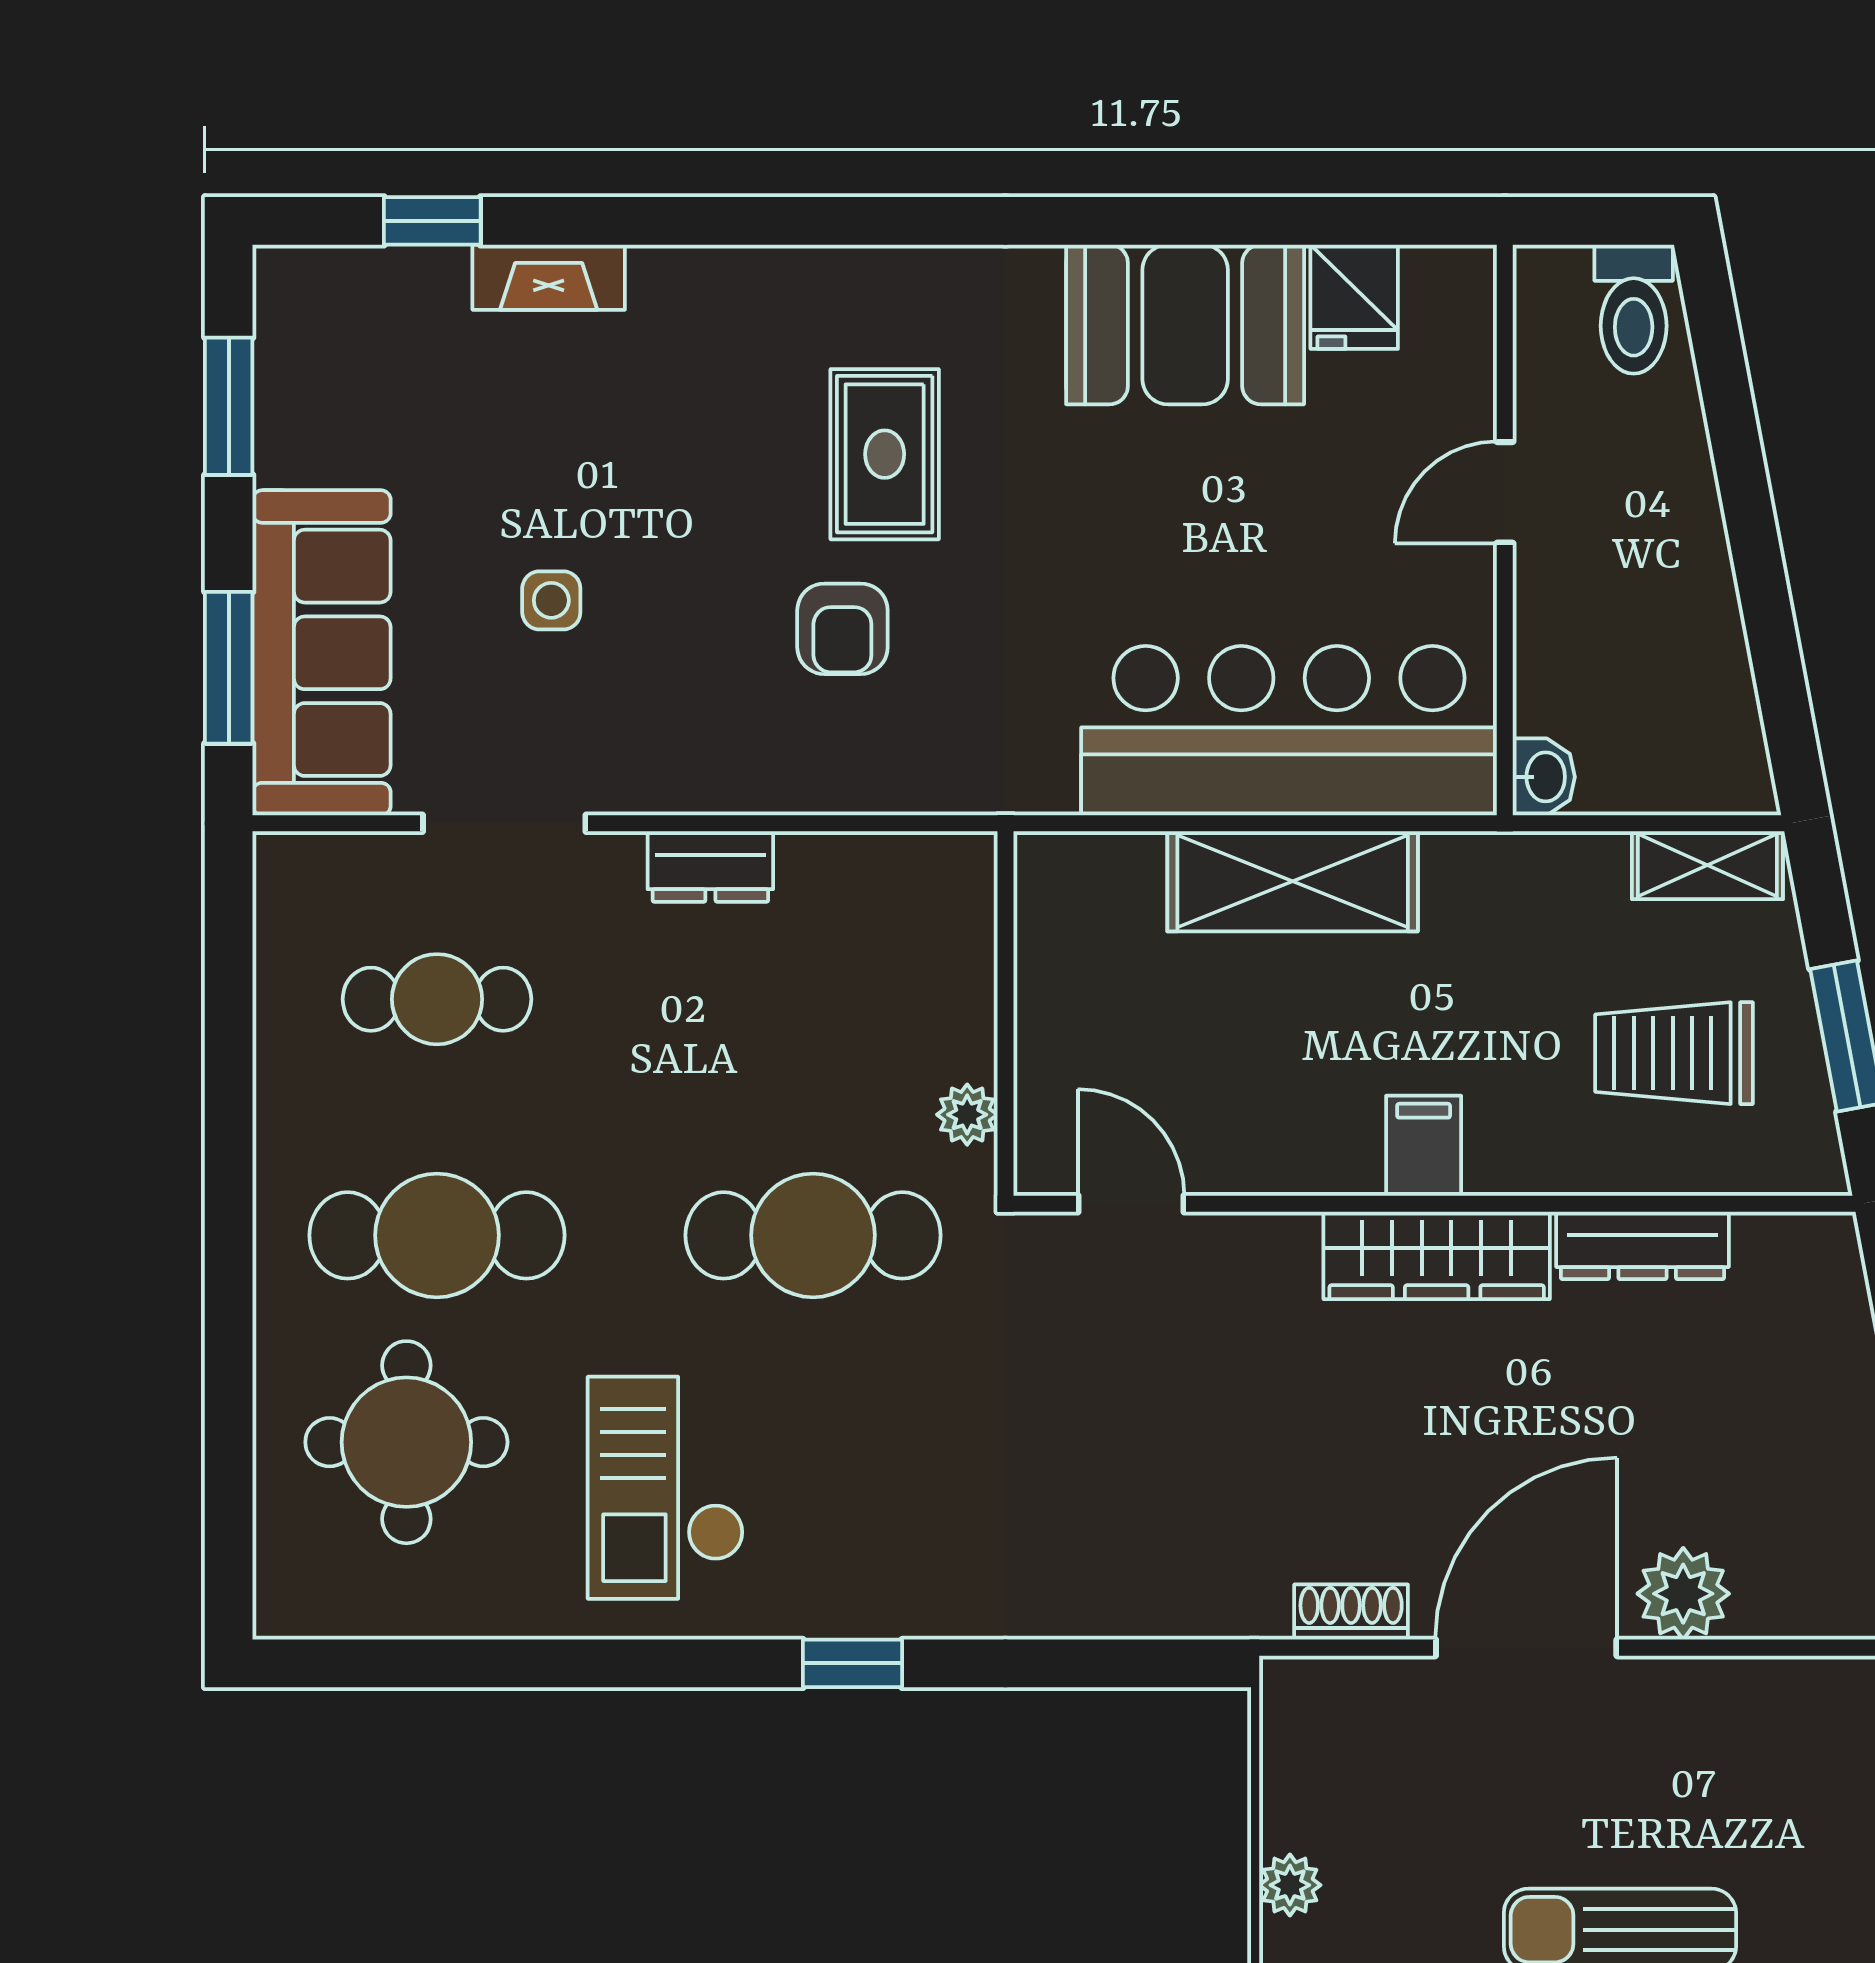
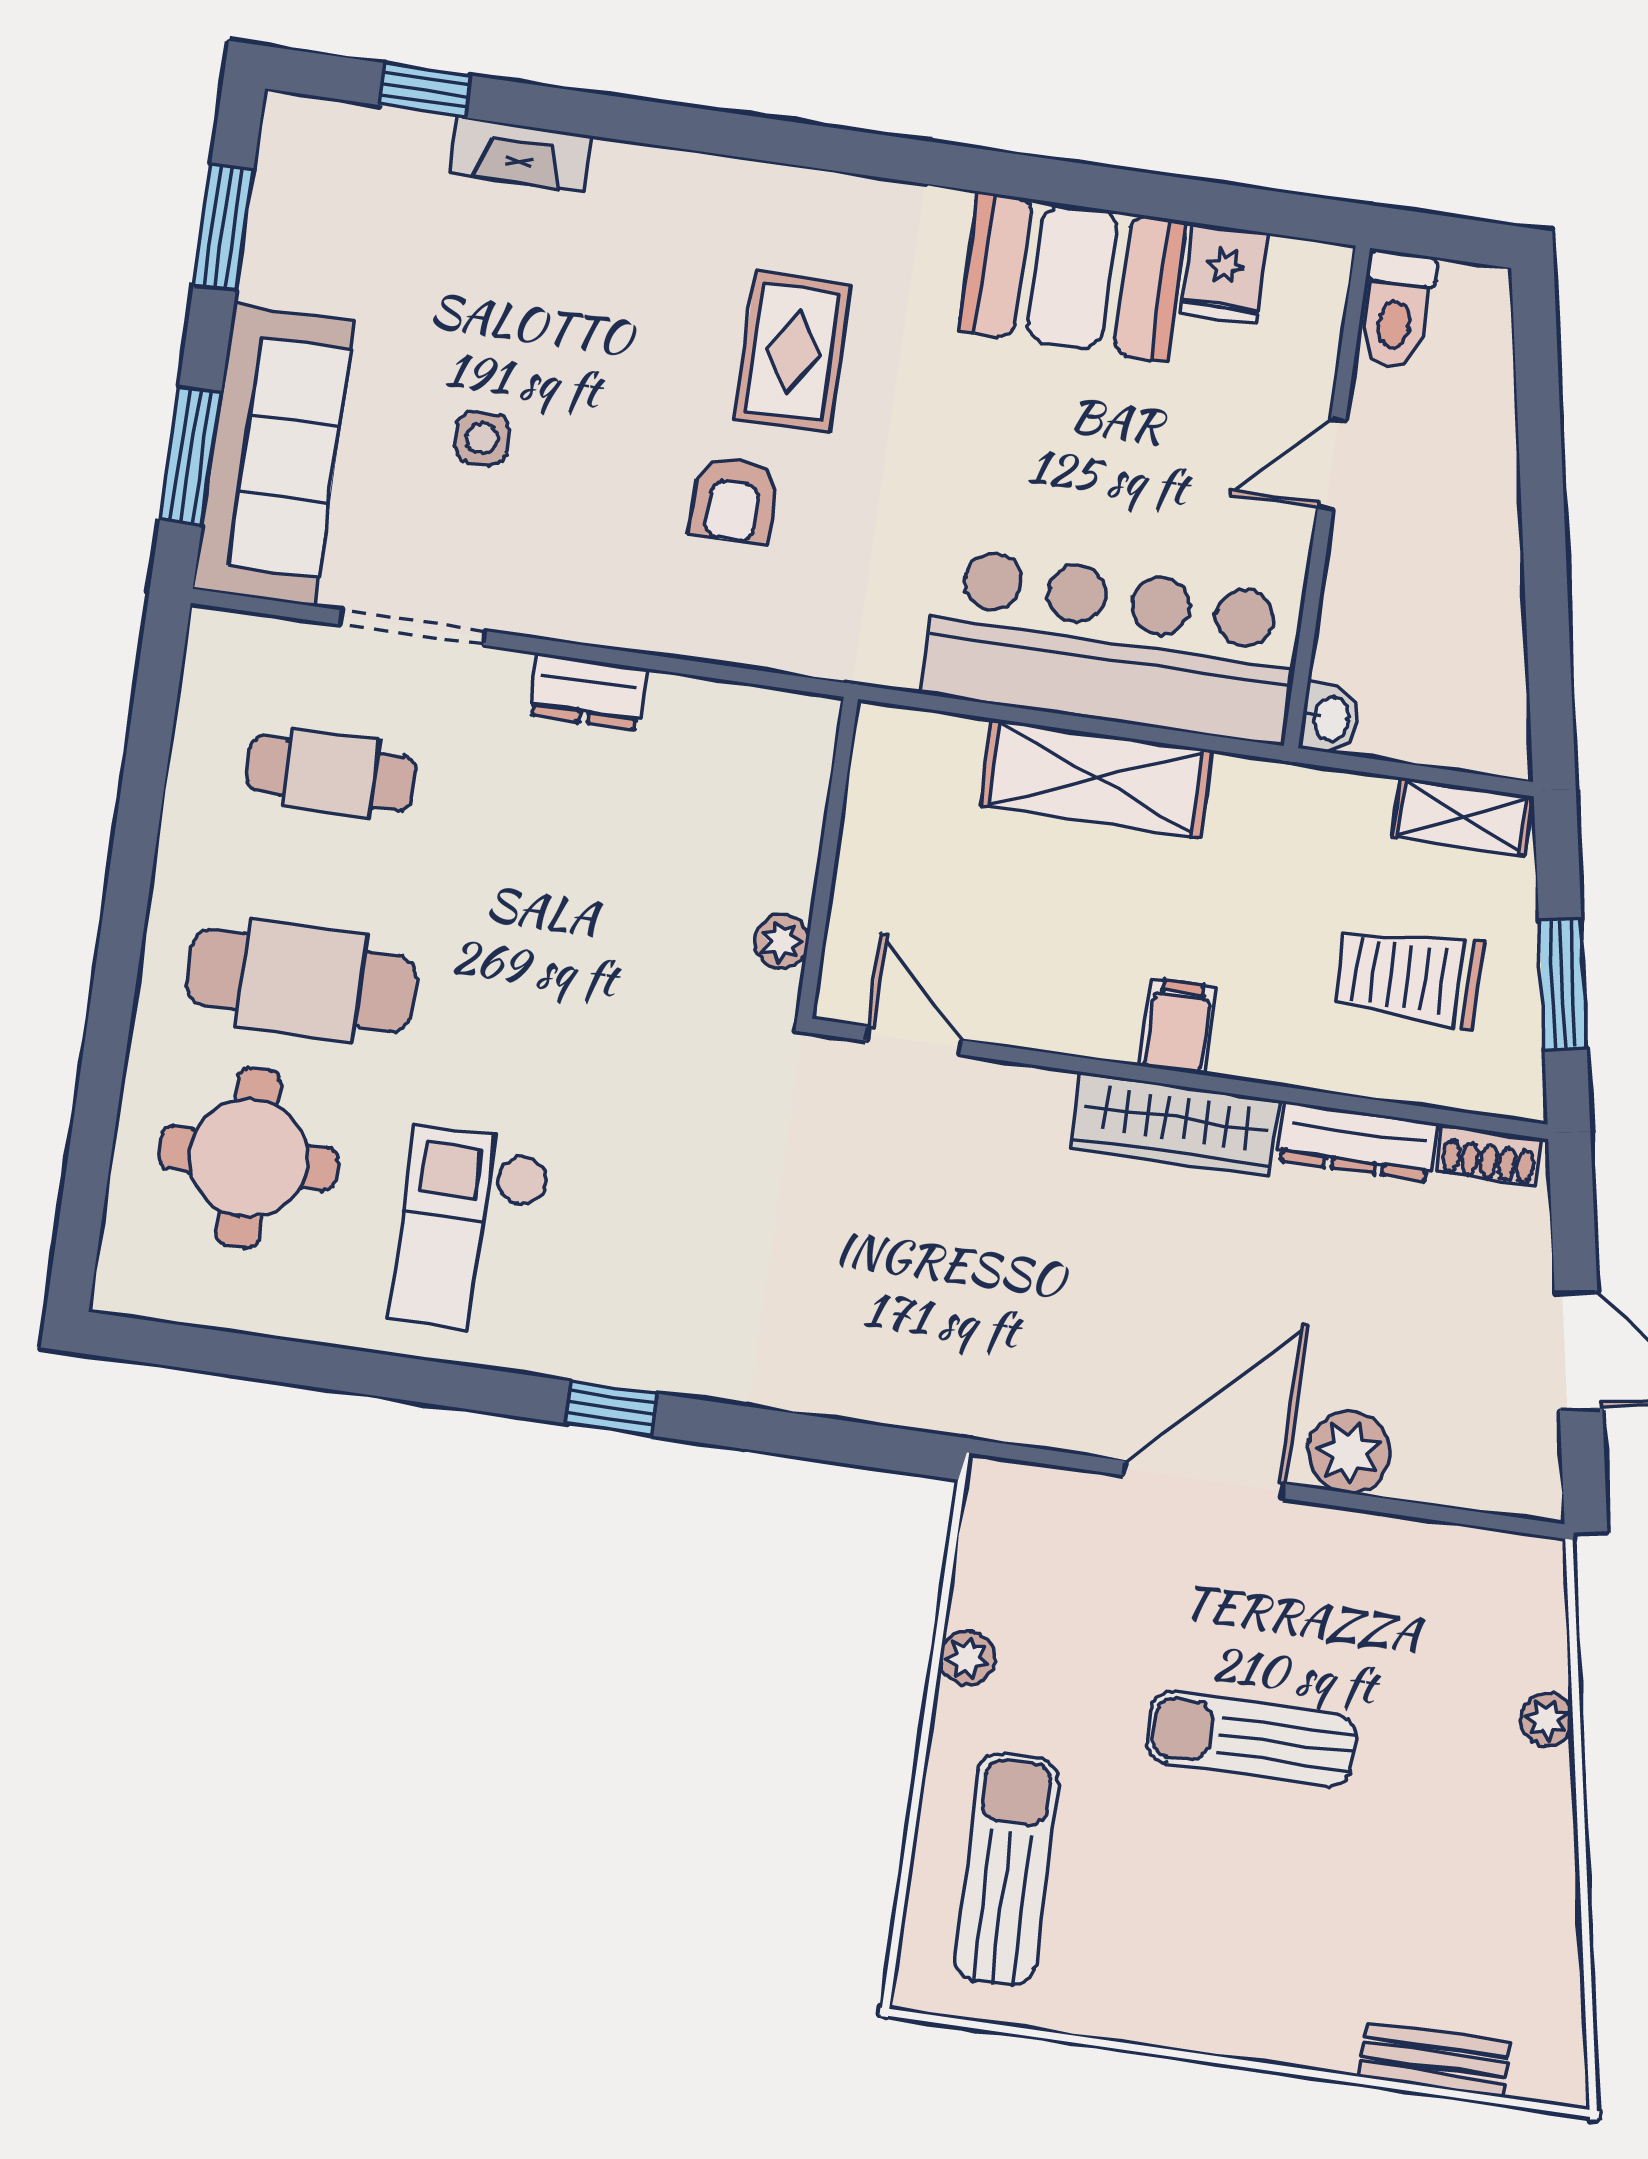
toilet: (1634, 309) -> (1396, 309), moved
cafe table: (813, 1235) -> (631, 1028), removed
shoe rack: (1351, 1612) -> (1489, 1155), moved, turned 180

